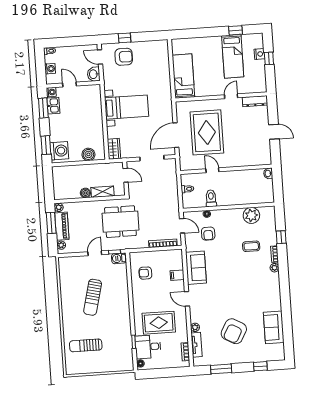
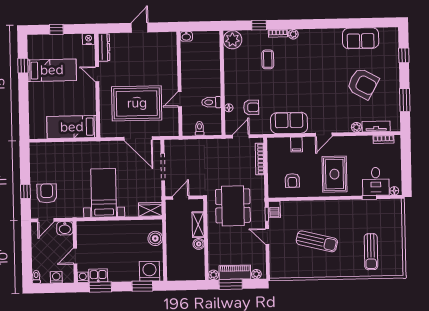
nightstand: (259, 54) -> (89, 39), moved
plant: (251, 215) -> (232, 40), moved
rug: (159, 323) -> (334, 174), moved

